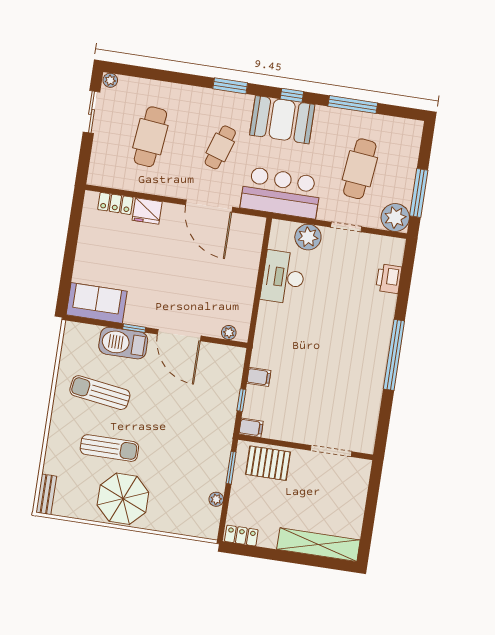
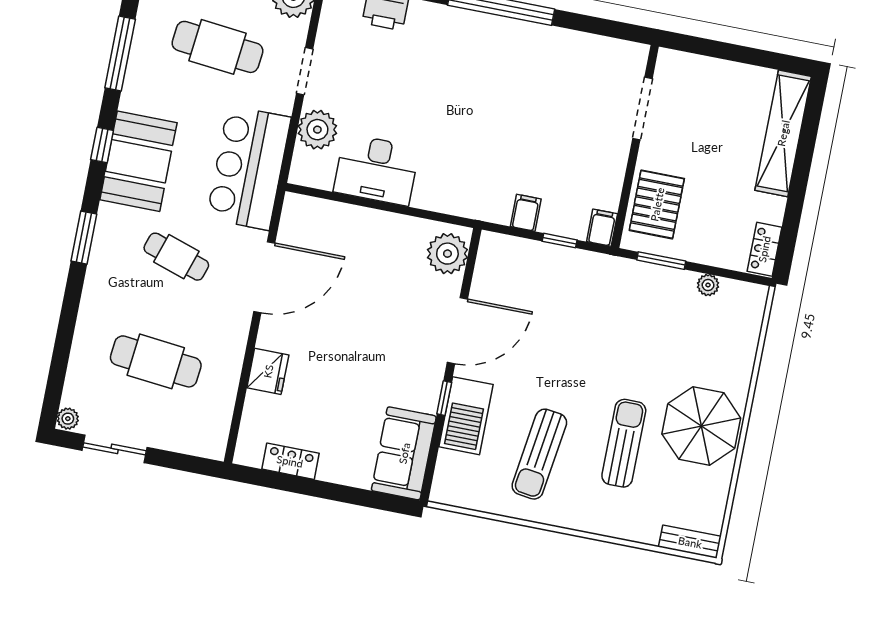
locker: (115, 203) -> (290, 461), moved, turned -90
plant: (229, 333) -> (447, 254), width x1.88, depth x1.88

